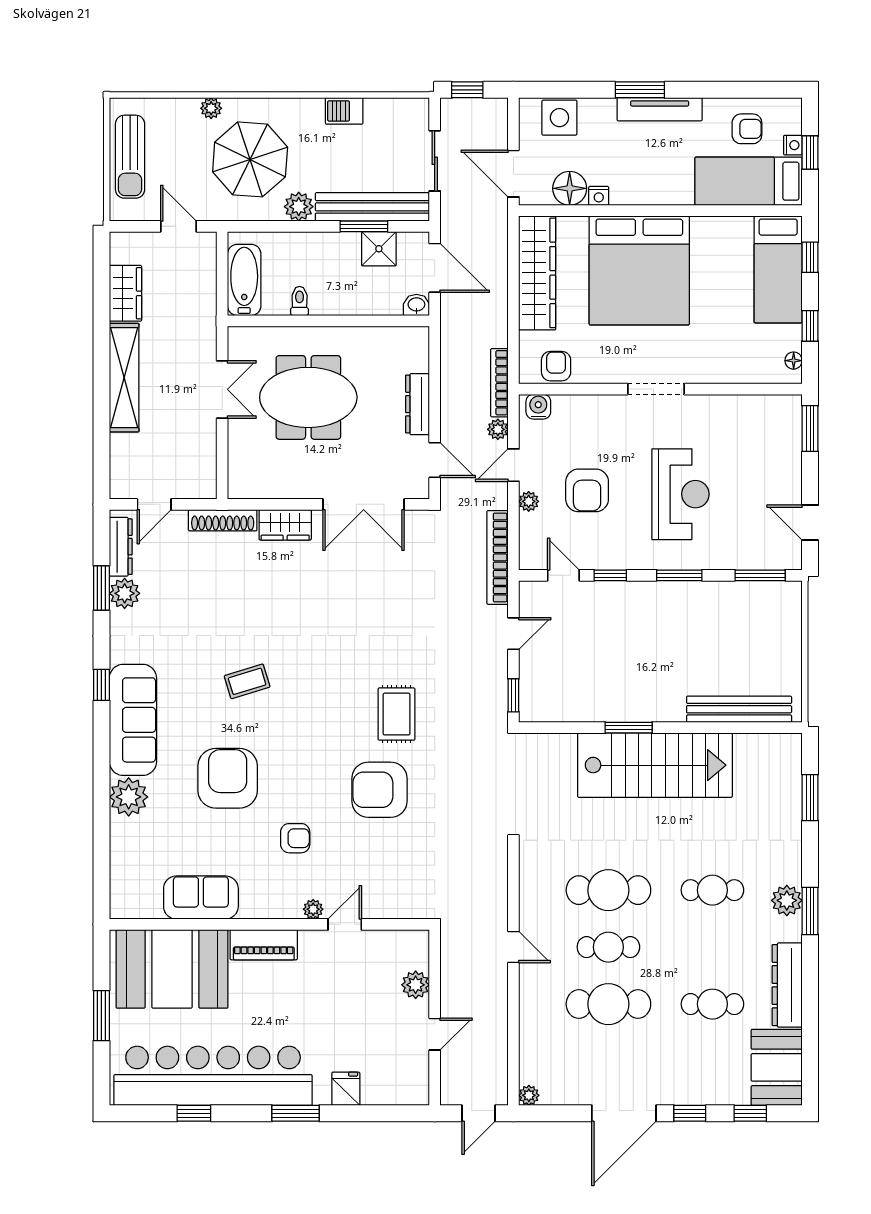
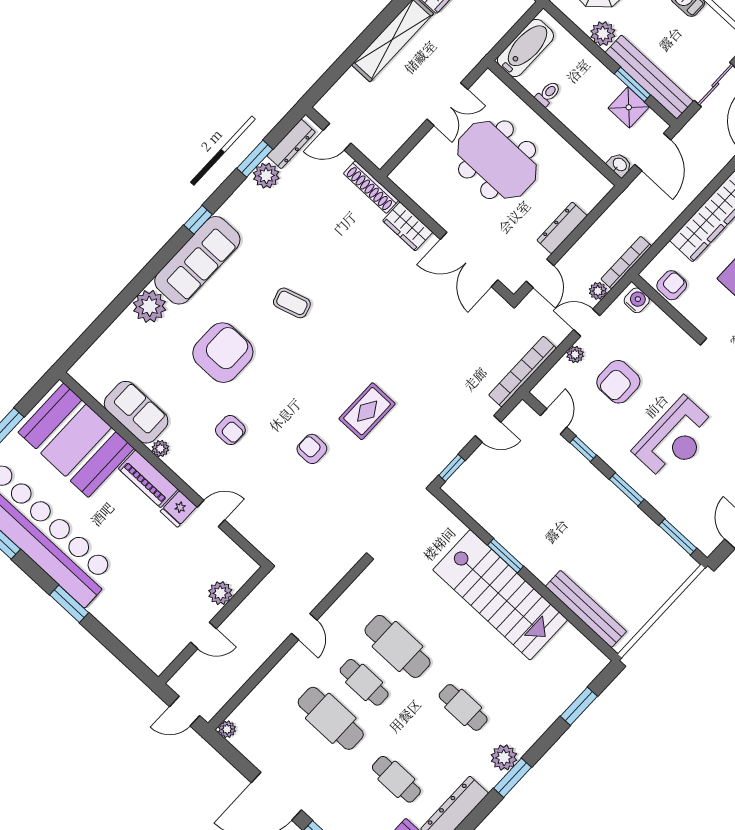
armchair: (379, 790) -> (312, 449), width x0.53, depth x0.53
plant: (313, 909) -> (160, 449), moved
fridge: (346, 1089) -> (179, 509), moved, turned 180

